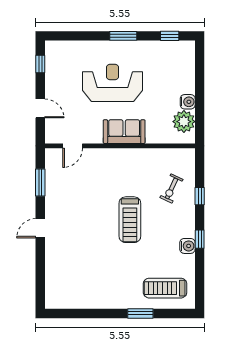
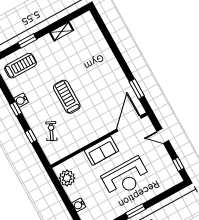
water cooler: (188, 102) -> (79, 205), moved
door: (73, 146) -> (129, 124), width x1.88
door: (40, 228) -> (121, 60), removed
shelving: (93, 302) -> (62, 31), added

